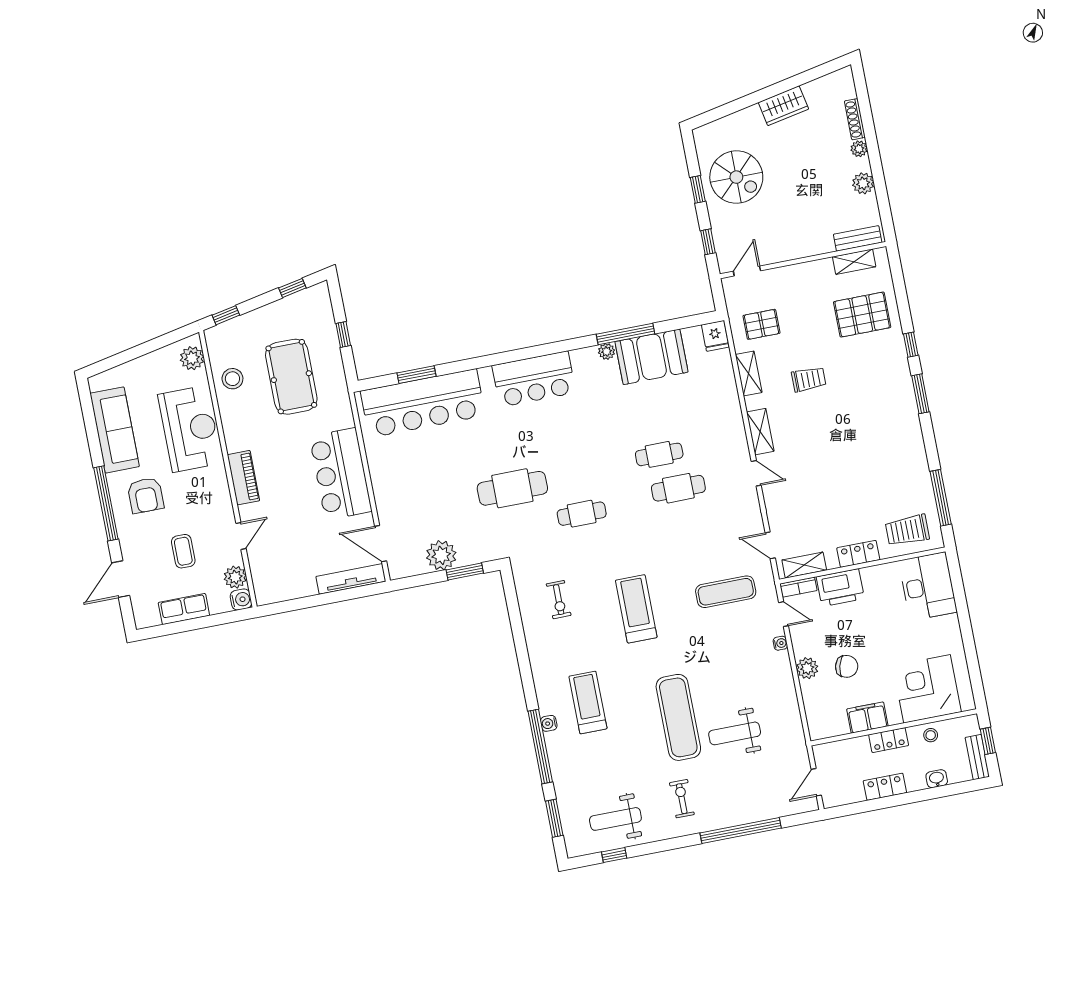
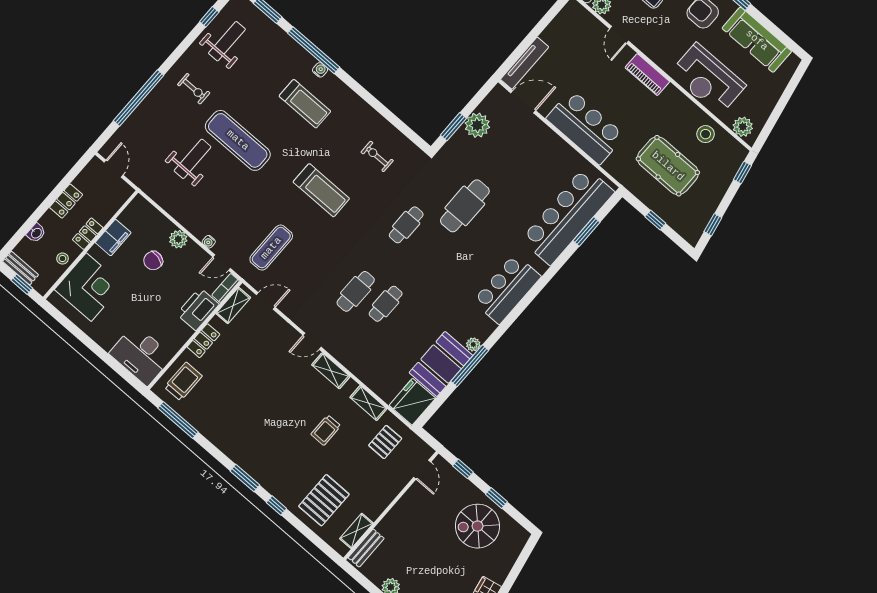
fridge: (715, 336) -> (412, 402), width x1.88, depth x1.34

